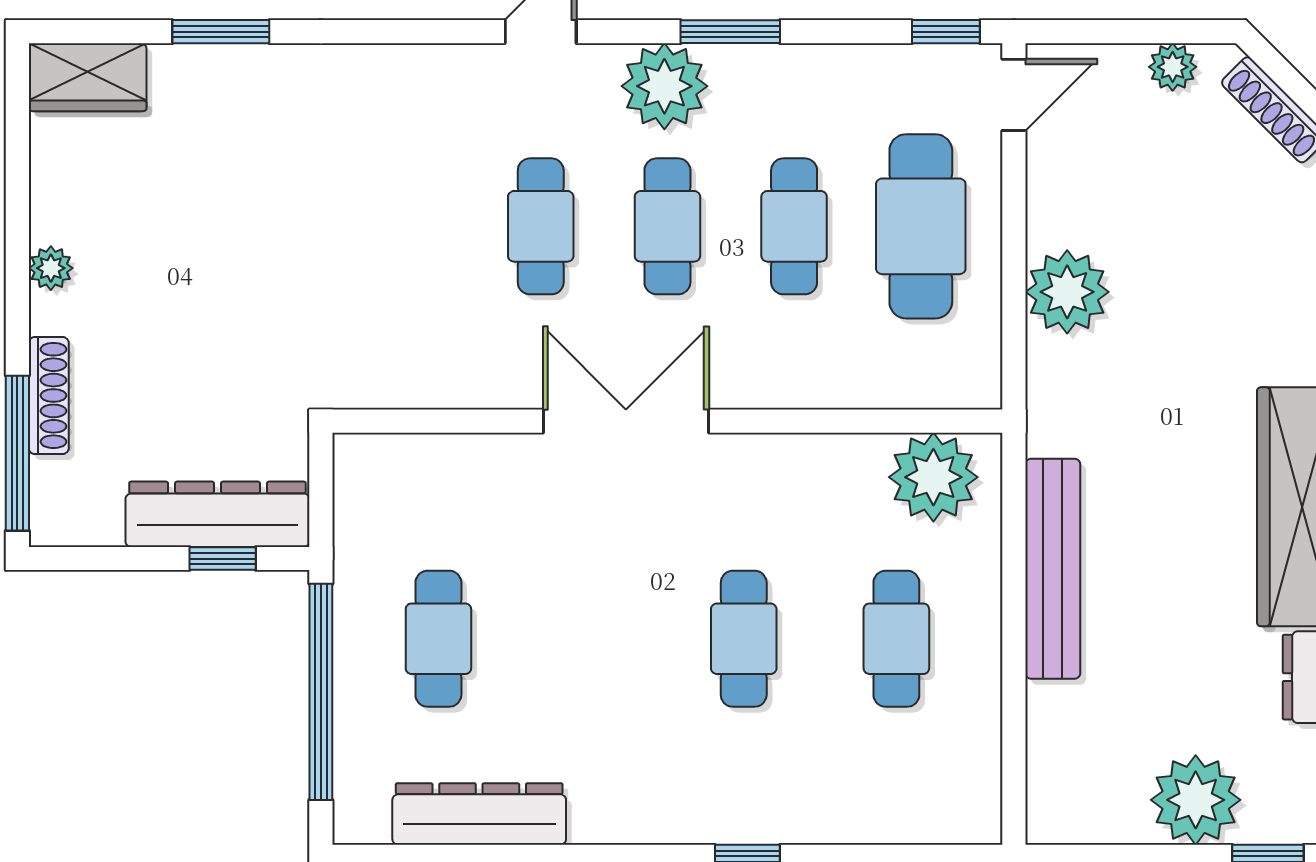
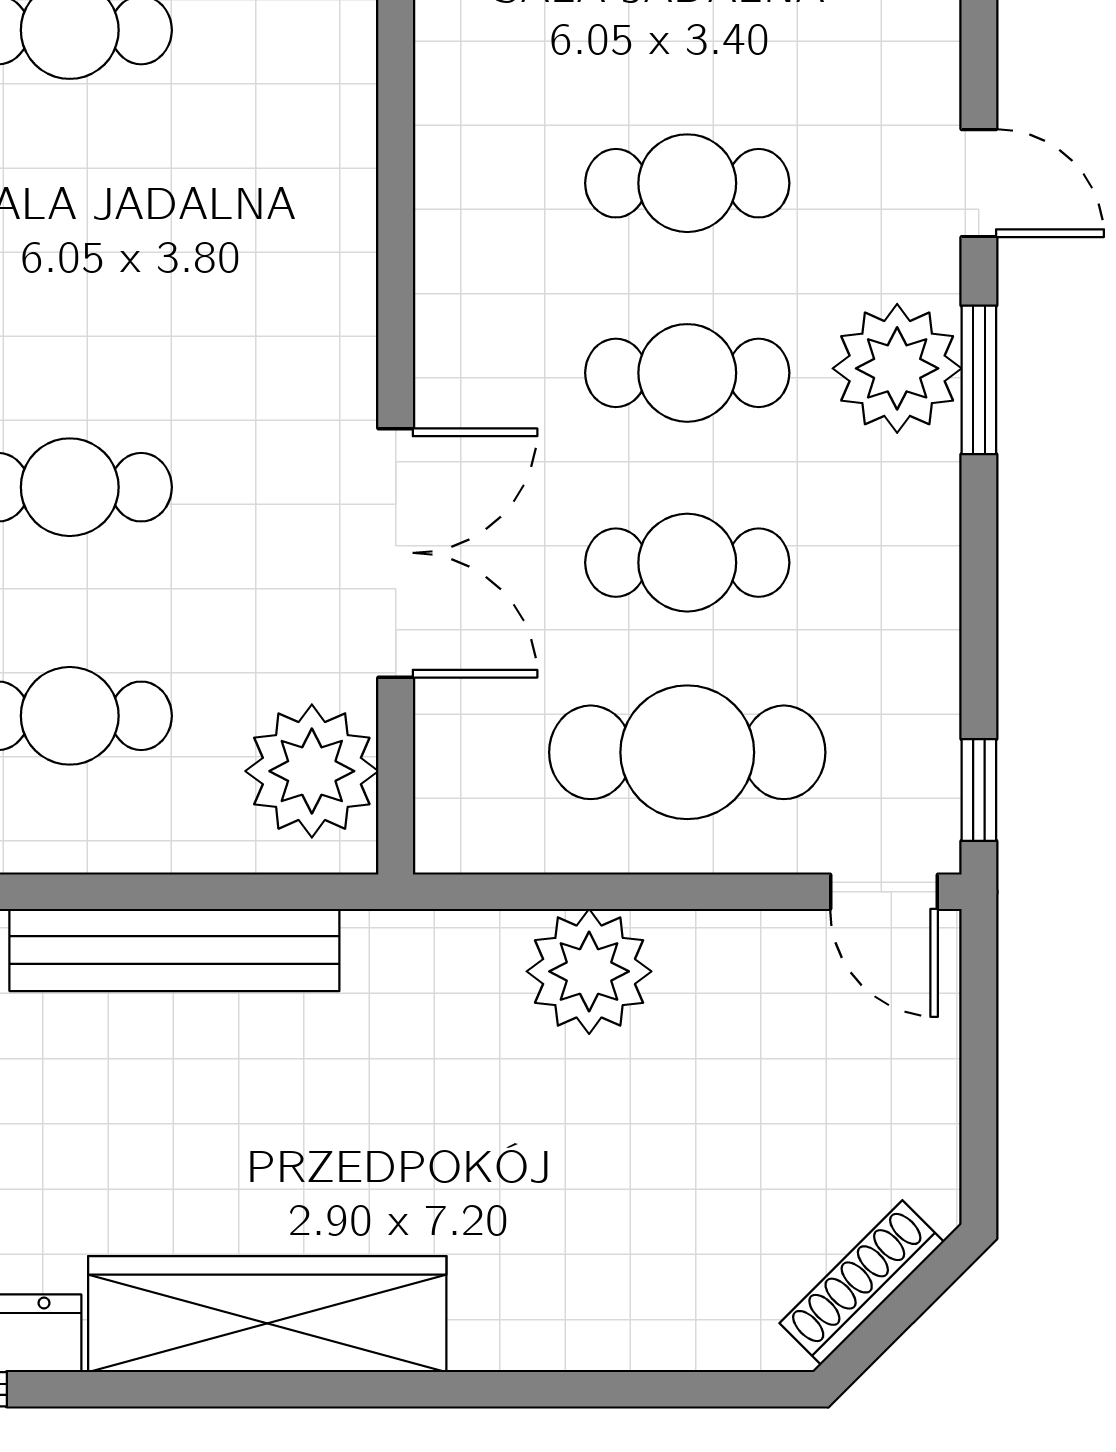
window: (730, 32) -> (979, 380), moved
plant: (1173, 67) -> (926, 1129), removed
double door: (626, 421) -> (396, 553), moved

